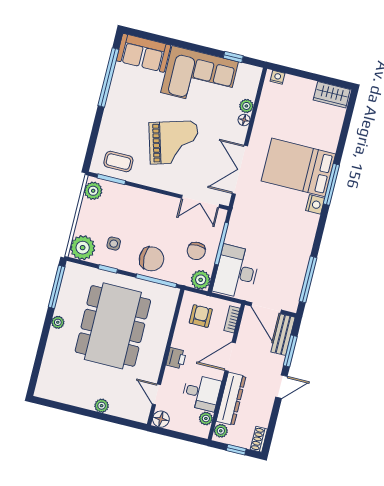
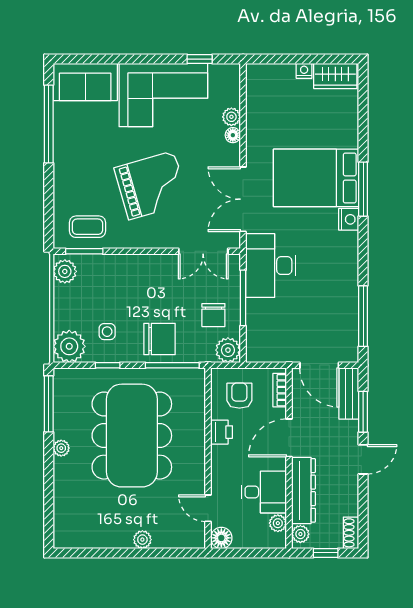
nightstand: (277, 77) -> (304, 71), moved
desk: (237, 272) -> (271, 266), moved
printer: (176, 358) -> (222, 432), moved

